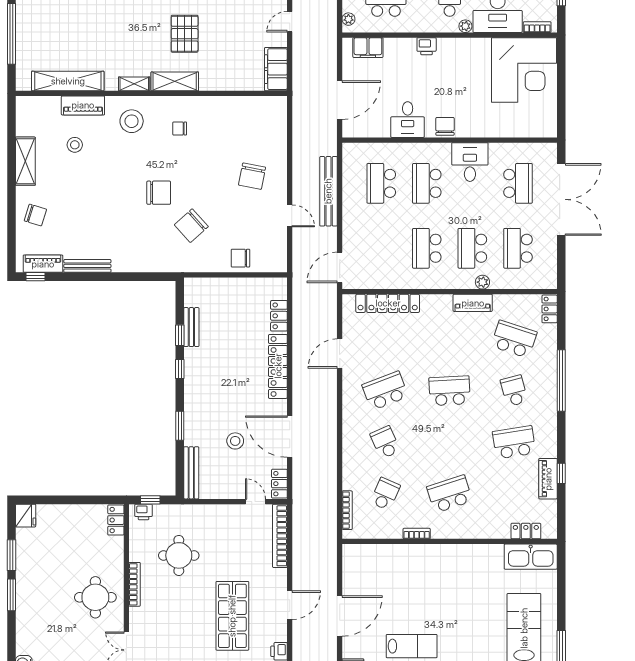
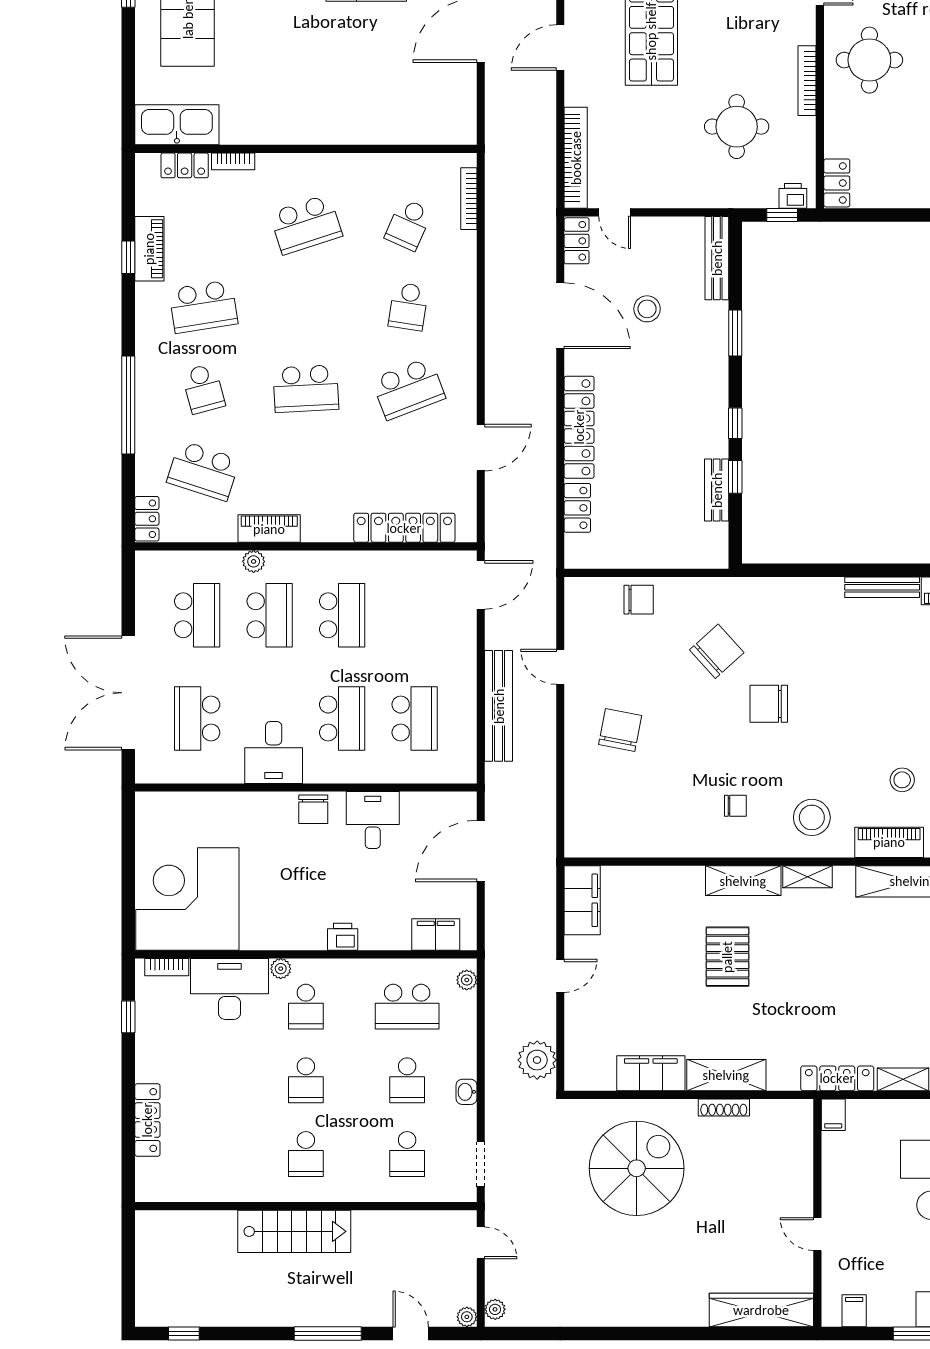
school desk: (385, 442) -> (408, 307), turned 33
bookcase: (417, 534) -> (233, 161), moved

